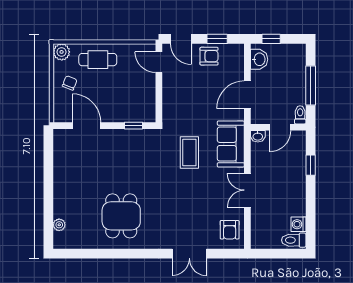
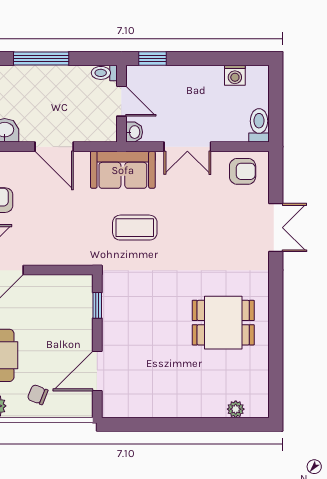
toilet: (300, 115) -> (104, 73), moved
wall: (278, 127) -> (121, 104), moved
door: (280, 127) -> (121, 101), moved
washbasin: (258, 136) -> (134, 132), moved
toilet: (294, 240) -> (259, 125), moved, turned 180

